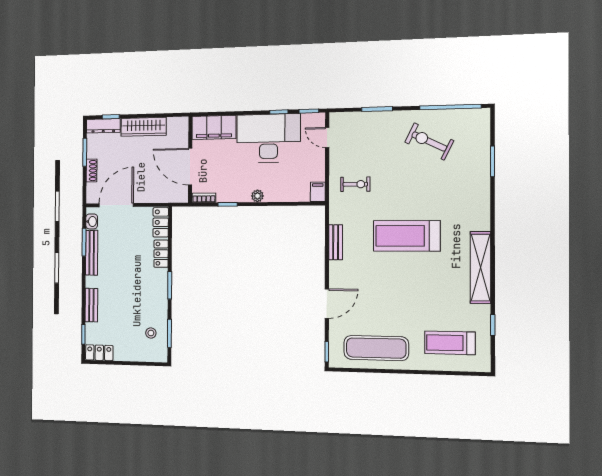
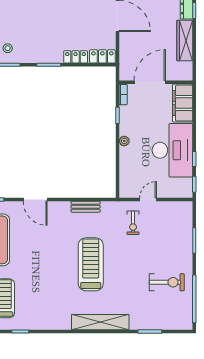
door: (327, 137) -> (148, 200), moved
exercise bike: (429, 141) -> (167, 282), turned 64
filing cabinet: (318, 192) -> (127, 192), removed
shelving: (480, 267) -> (100, 322), moved

